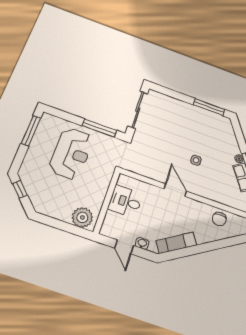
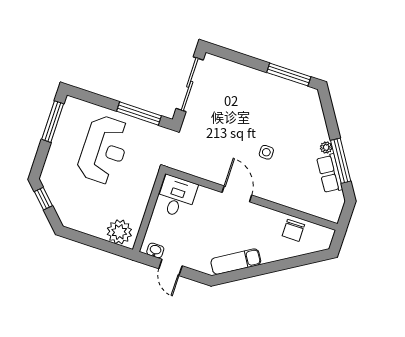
desk: (125, 201) -> (177, 197), moved, turned 90
washbasin: (142, 243) -> (155, 250), moved

